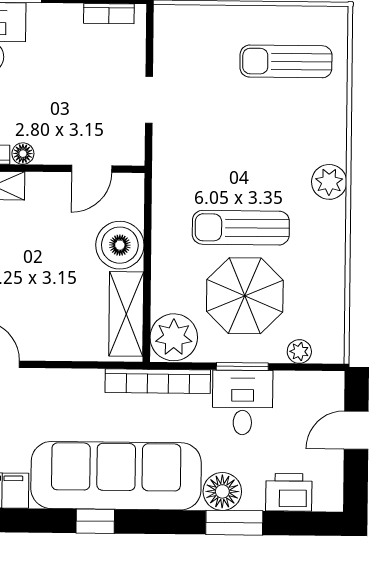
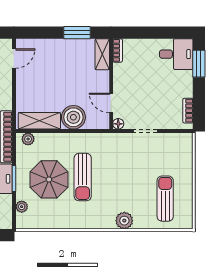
floor lamp: (23, 154) -> (118, 124), moved
plant: (329, 182) -> (124, 221), moved
sun lounger: (241, 228) -> (83, 177), turned 180
plant: (174, 337) -> (28, 139), width x0.53, depth x0.53

